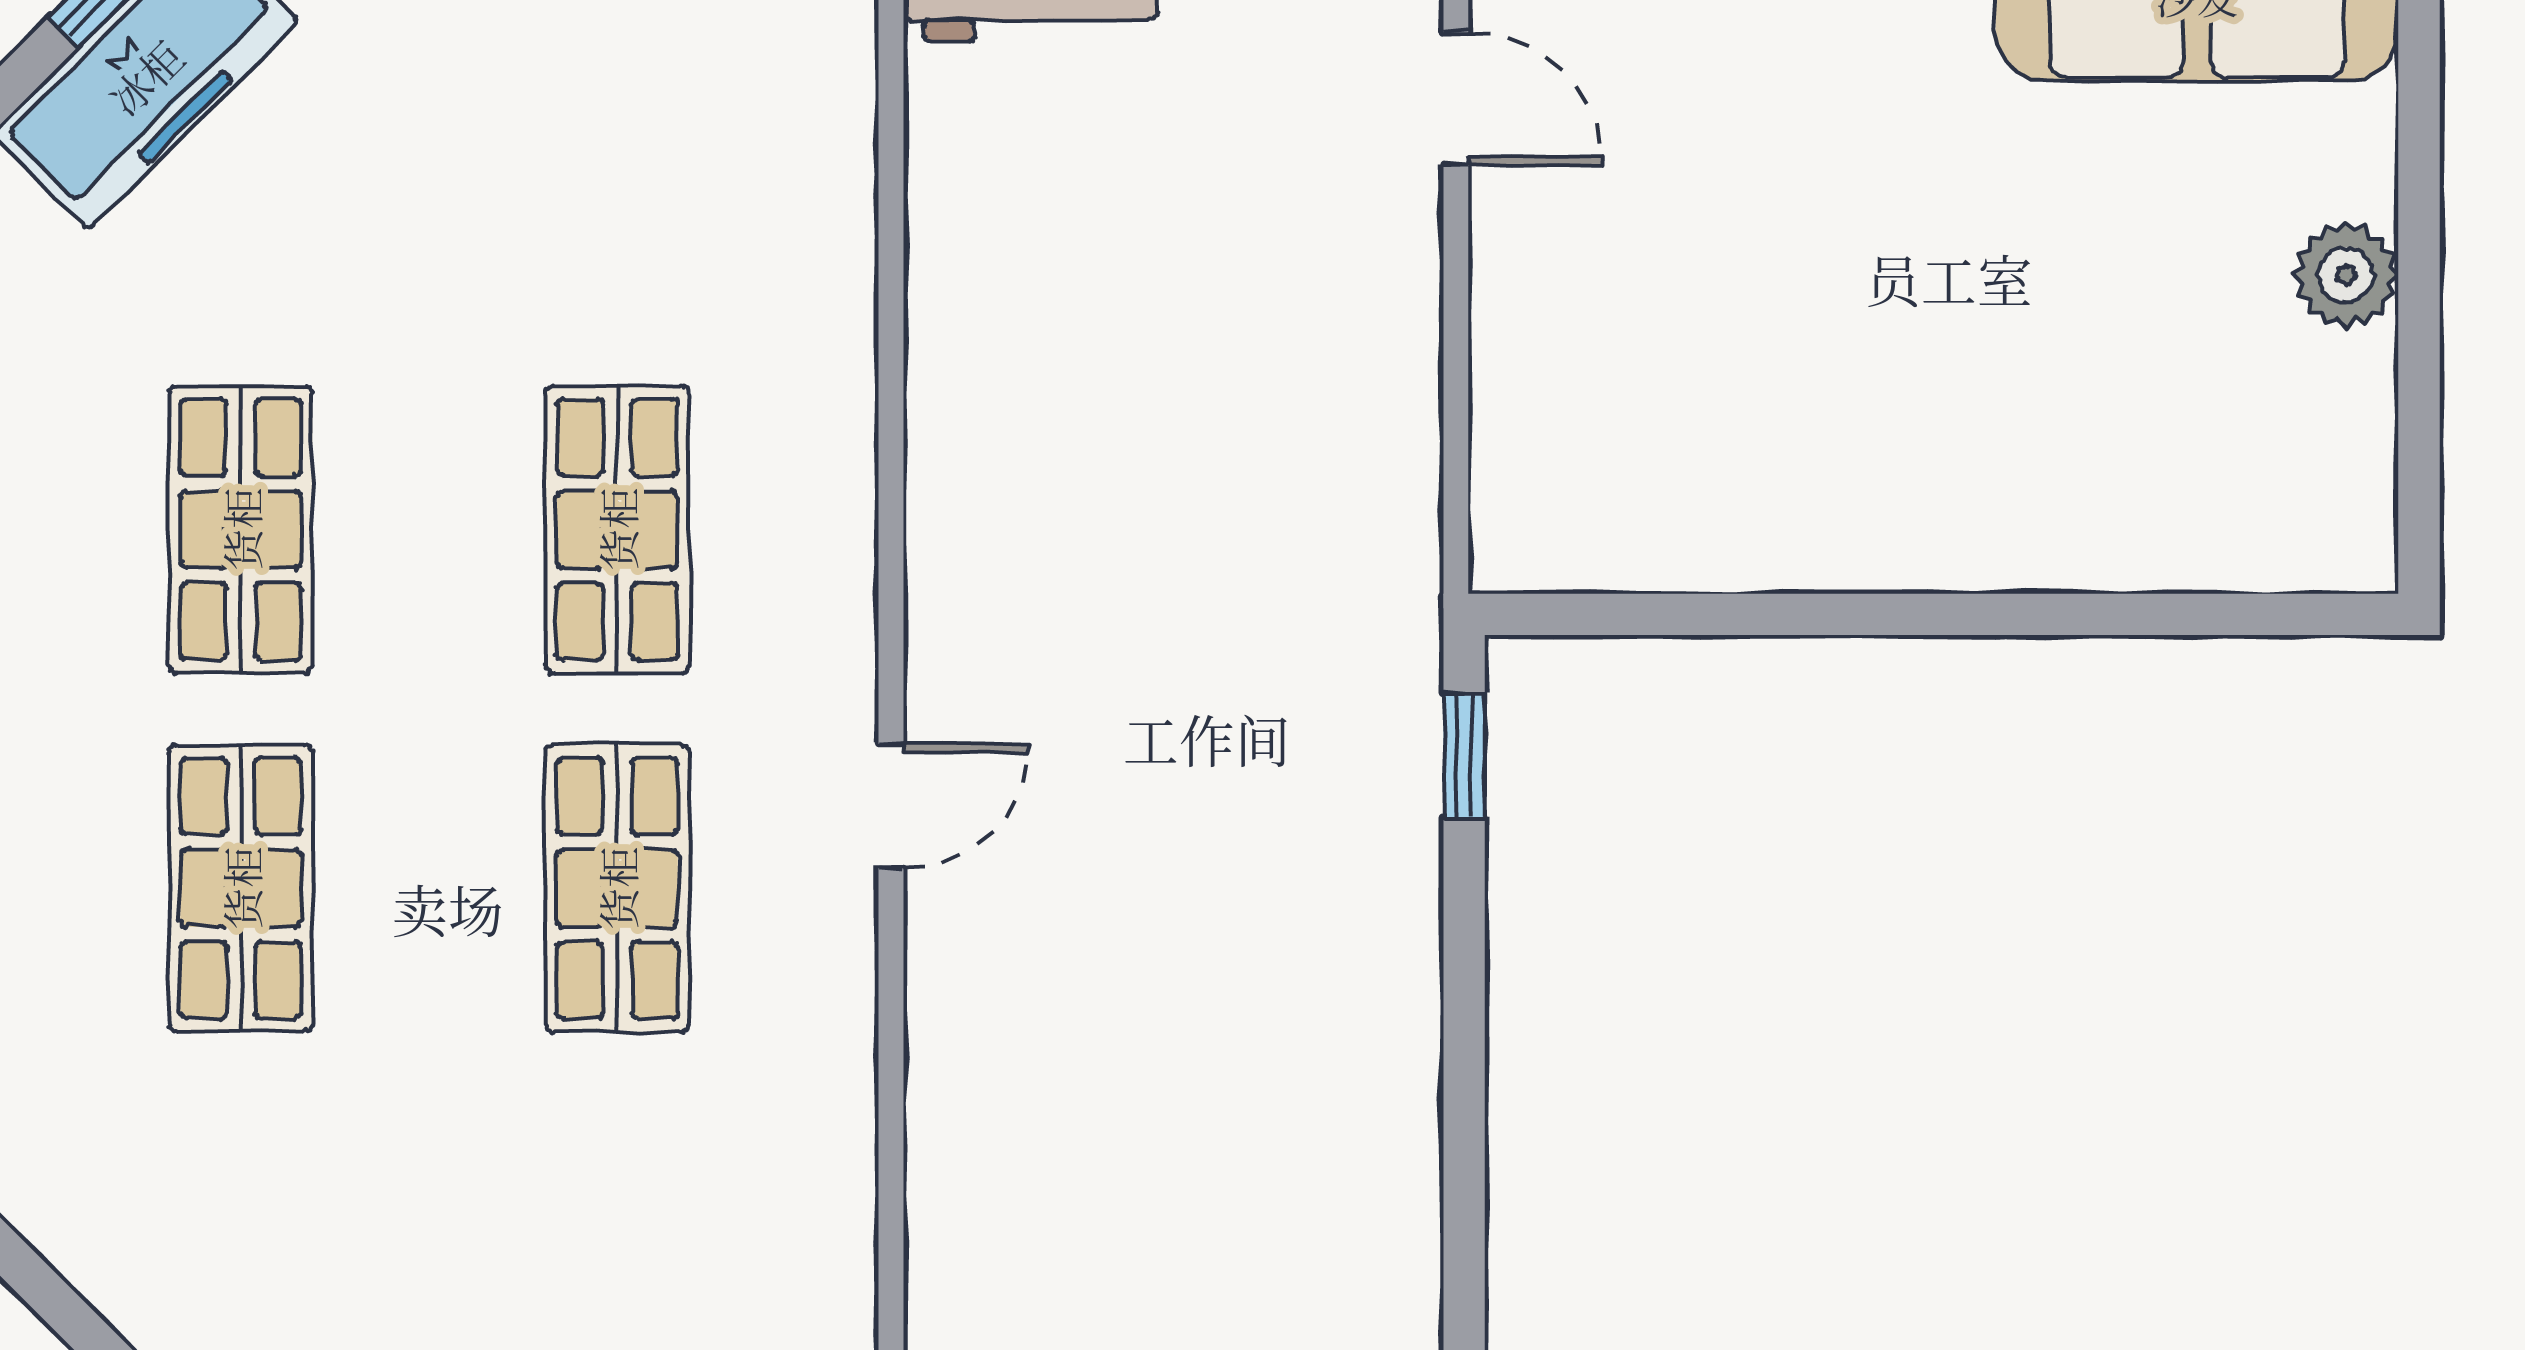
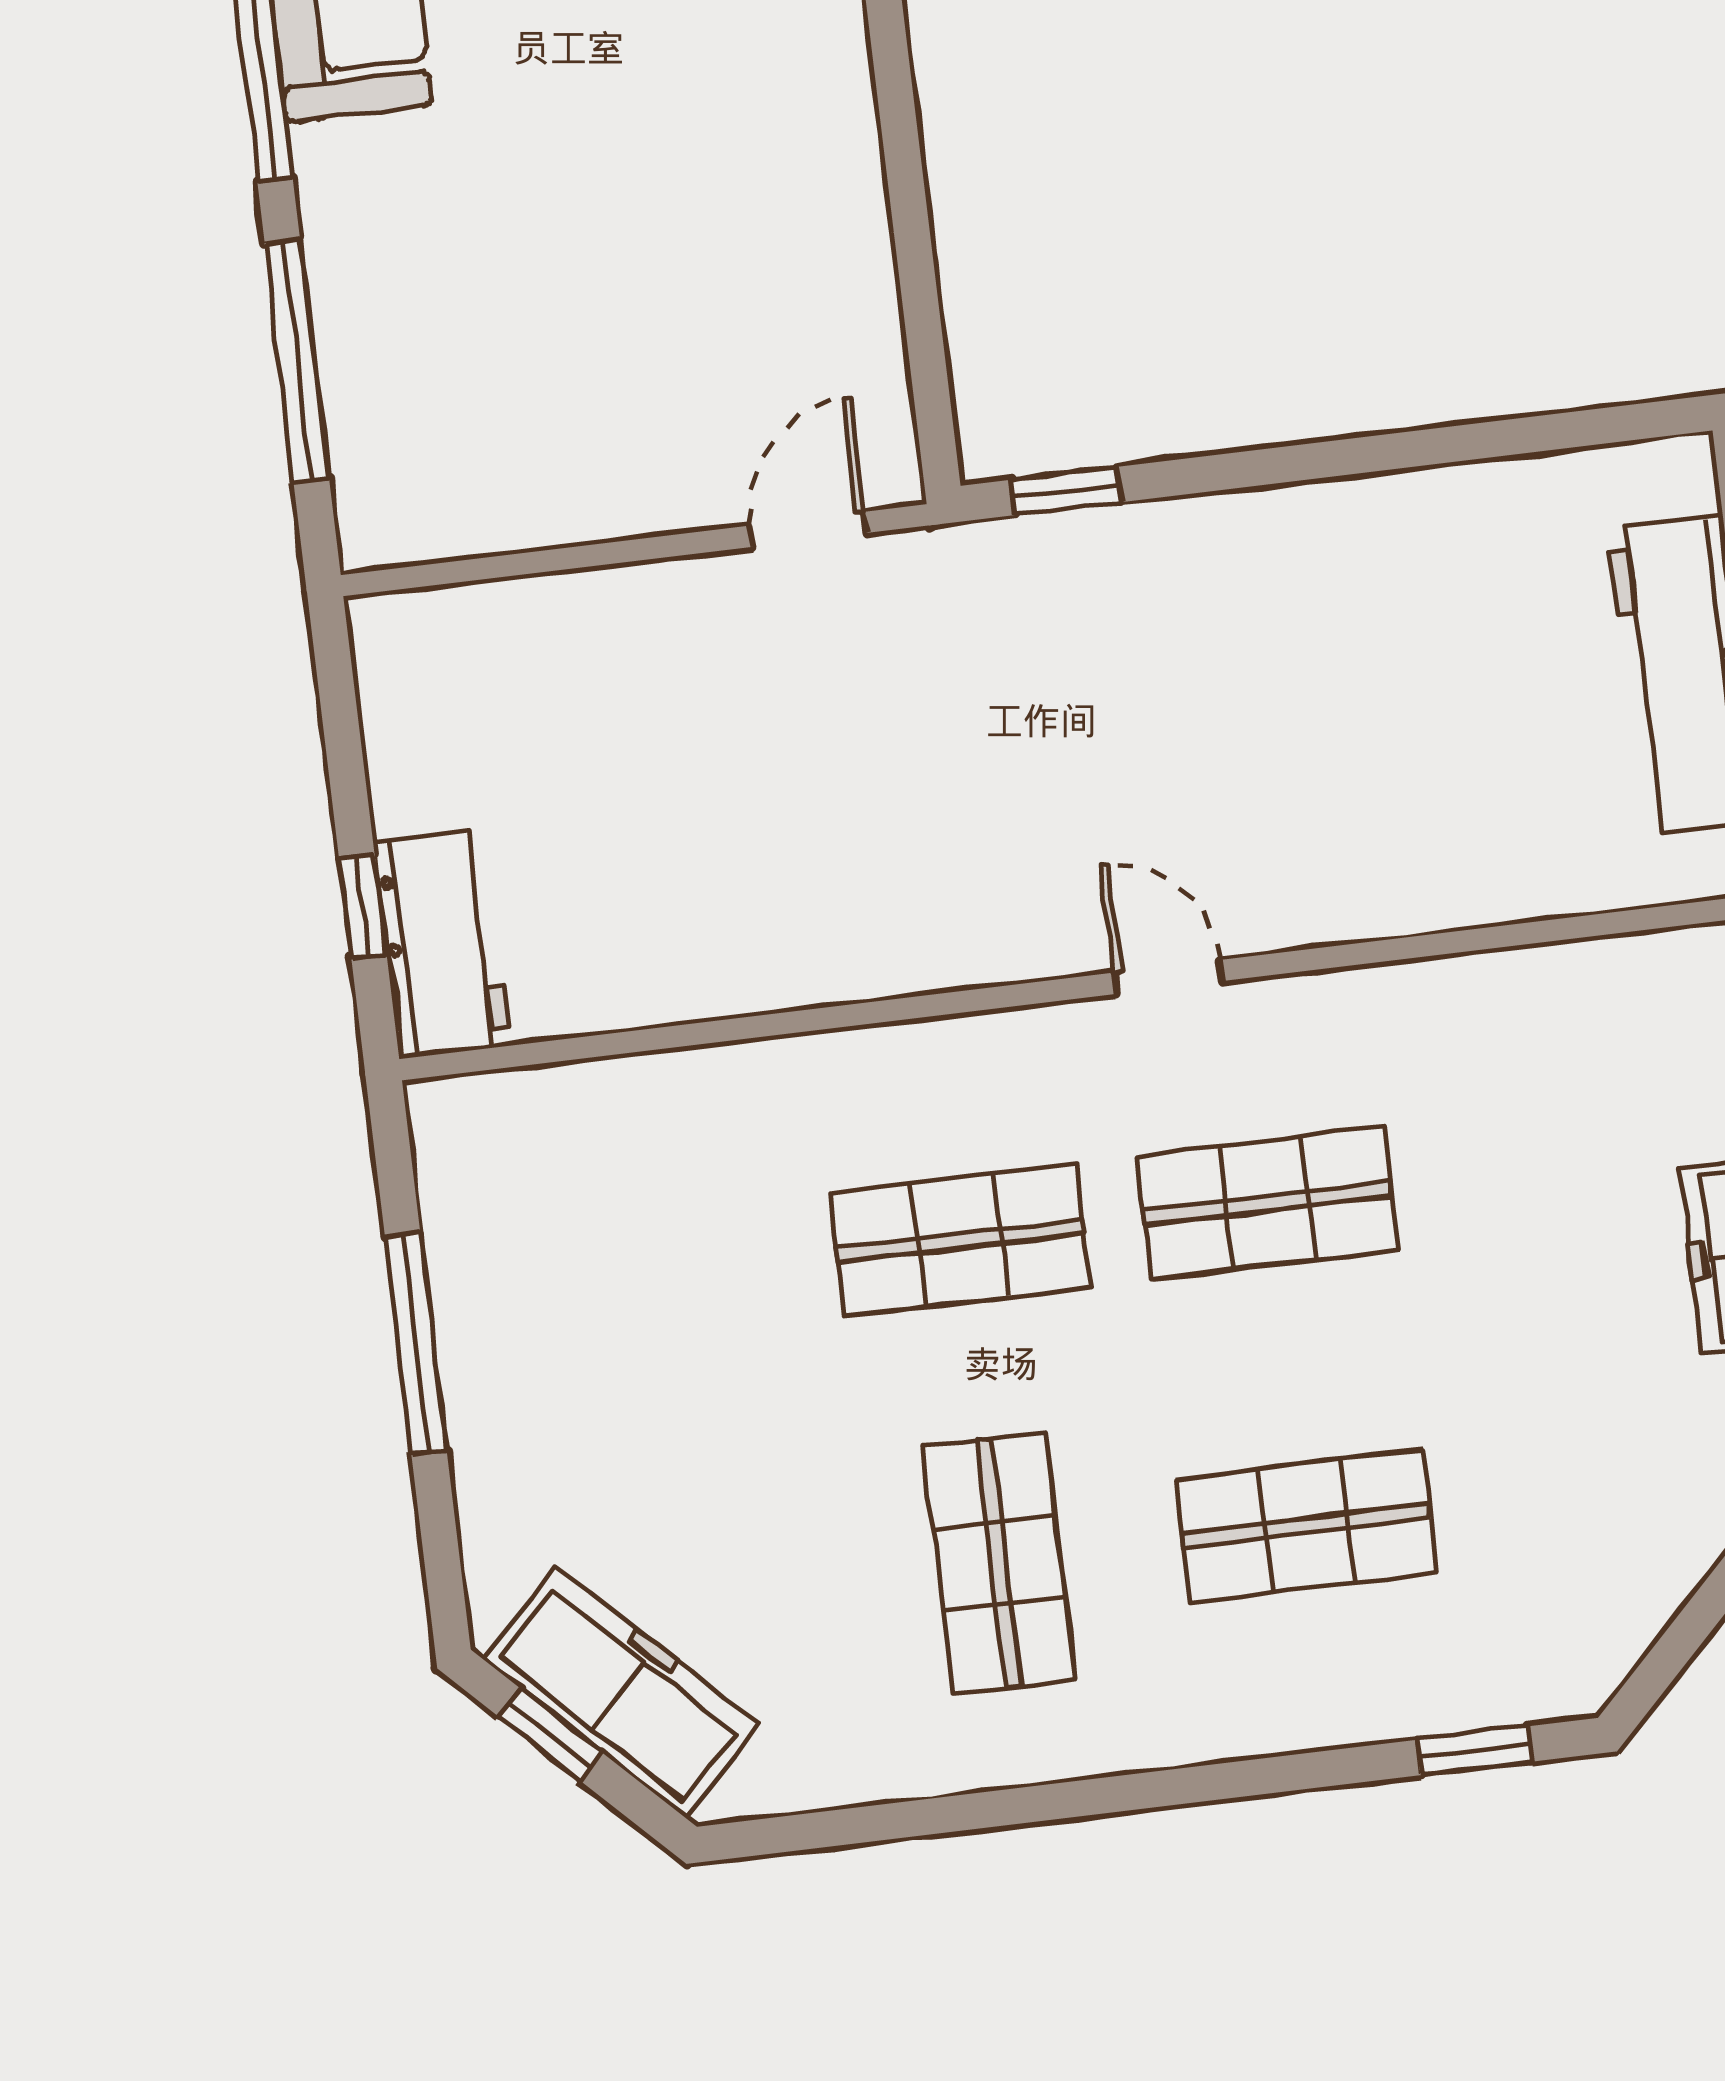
door: (1456, 99) -> (808, 529), moved
shop shelf: (241, 529) -> (999, 1563), turned 90

